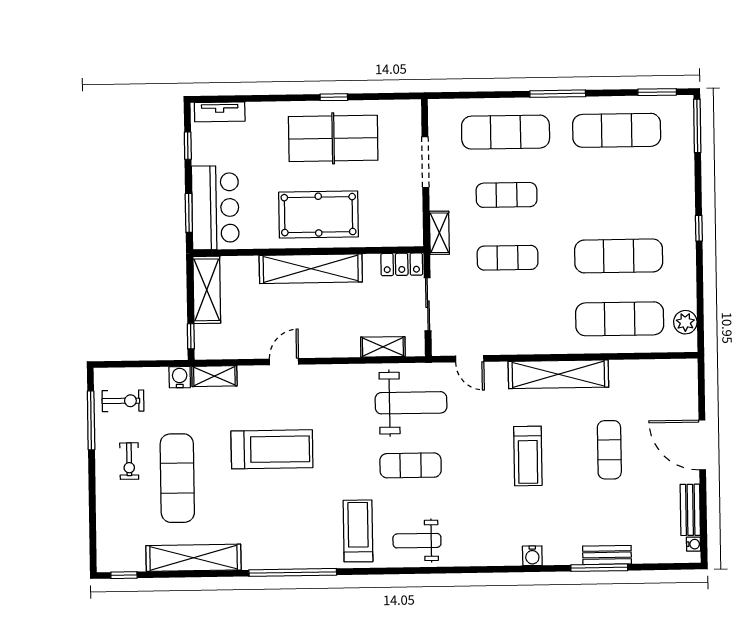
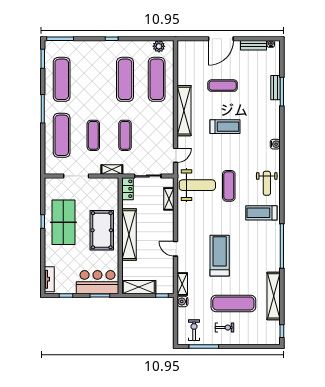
weight bench: (411, 403) -> (197, 185), turned 90
water cooler: (532, 556) -> (275, 144), moved

